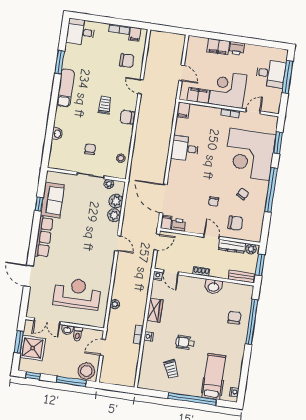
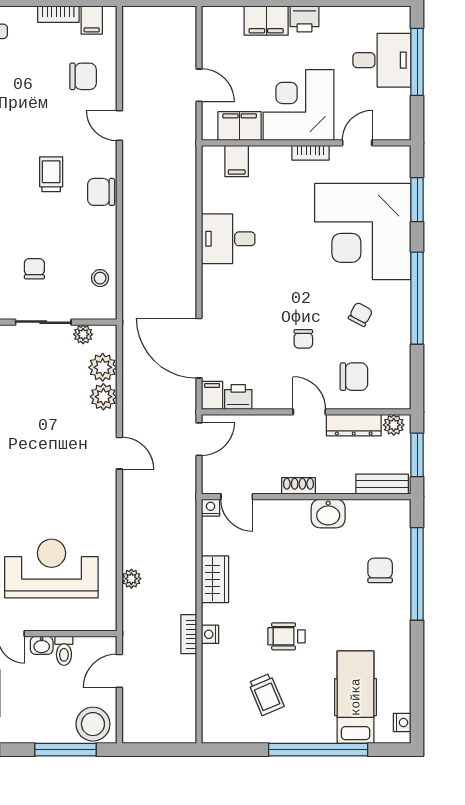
filing cabinet: (183, 110) -> (237, 161), moved

